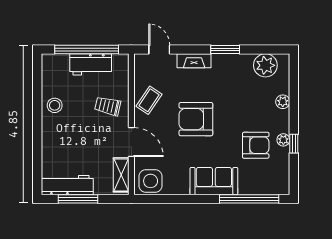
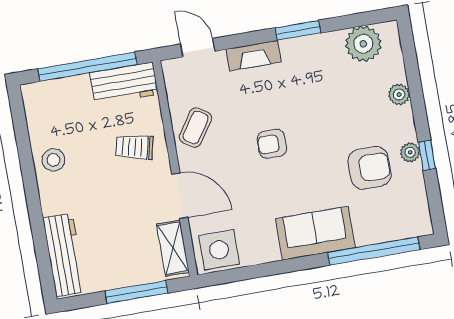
workbench: (91, 64) -> (124, 84), moved
armchair: (196, 119) -> (272, 144), width x0.53, depth x0.53
workbench: (67, 185) -> (64, 255), moved, turned 90
window: (78, 199) -> (136, 292), moved

